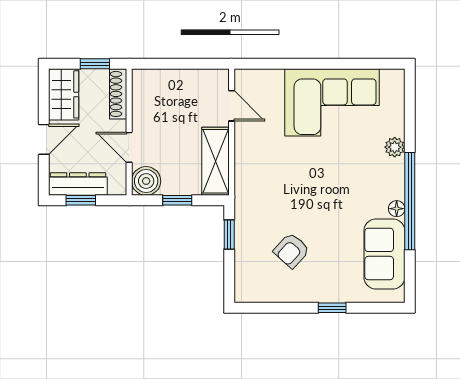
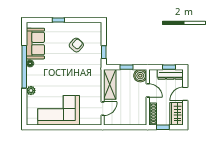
door: (232, 106) -> (103, 109), swing flipped

